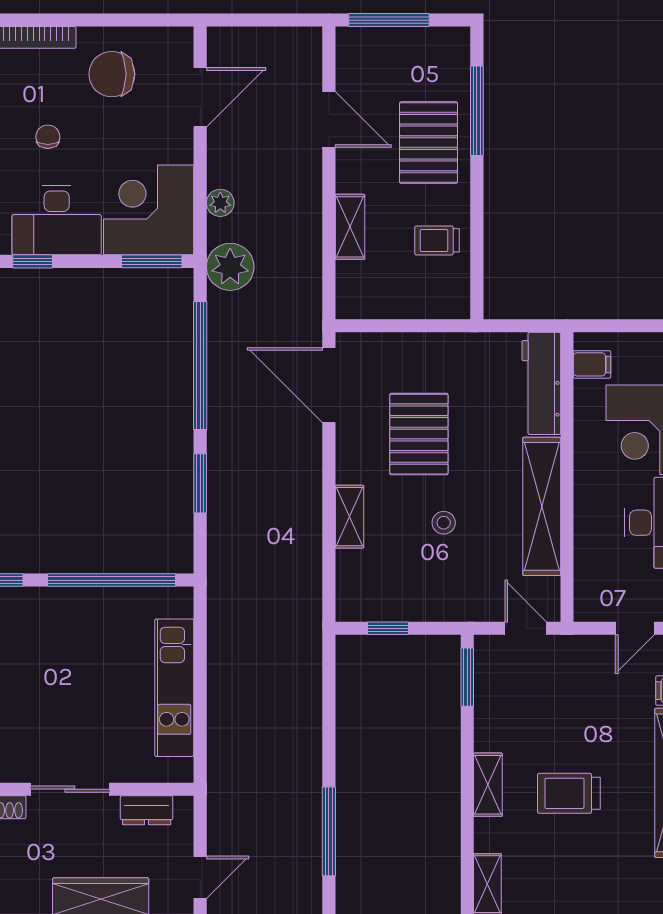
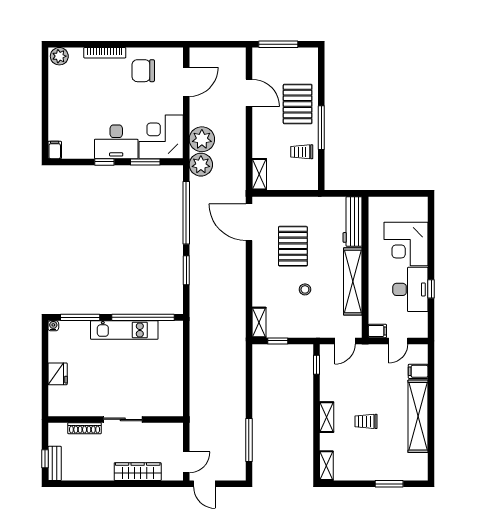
window: (477, 111) -> (321, 128), moved
chair: (48, 137) -> (112, 101), removed
plant: (220, 203) -> (202, 139), width x1.88, depth x1.88
shelving: (350, 227) -> (259, 174), moved
window: (152, 261) -> (145, 162), moved
filing cabinet: (592, 364) -> (377, 331), moved
shelving: (349, 517) -> (259, 322), moved
door: (526, 628) -> (345, 341), swing flipped
window: (467, 677) -> (316, 365), width x0.67
kitchen unit: (174, 688) -> (124, 330), moved, turned -90
trolley: (569, 793) -> (366, 421), width x0.73, depth x0.72
dresser: (147, 810) -> (160, 430), removed

